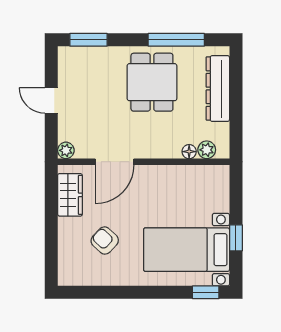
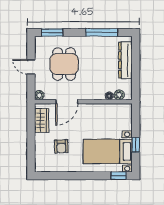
dining table: (152, 82) -> (64, 64), moved
armchair: (105, 241) -> (61, 146), turned -135

